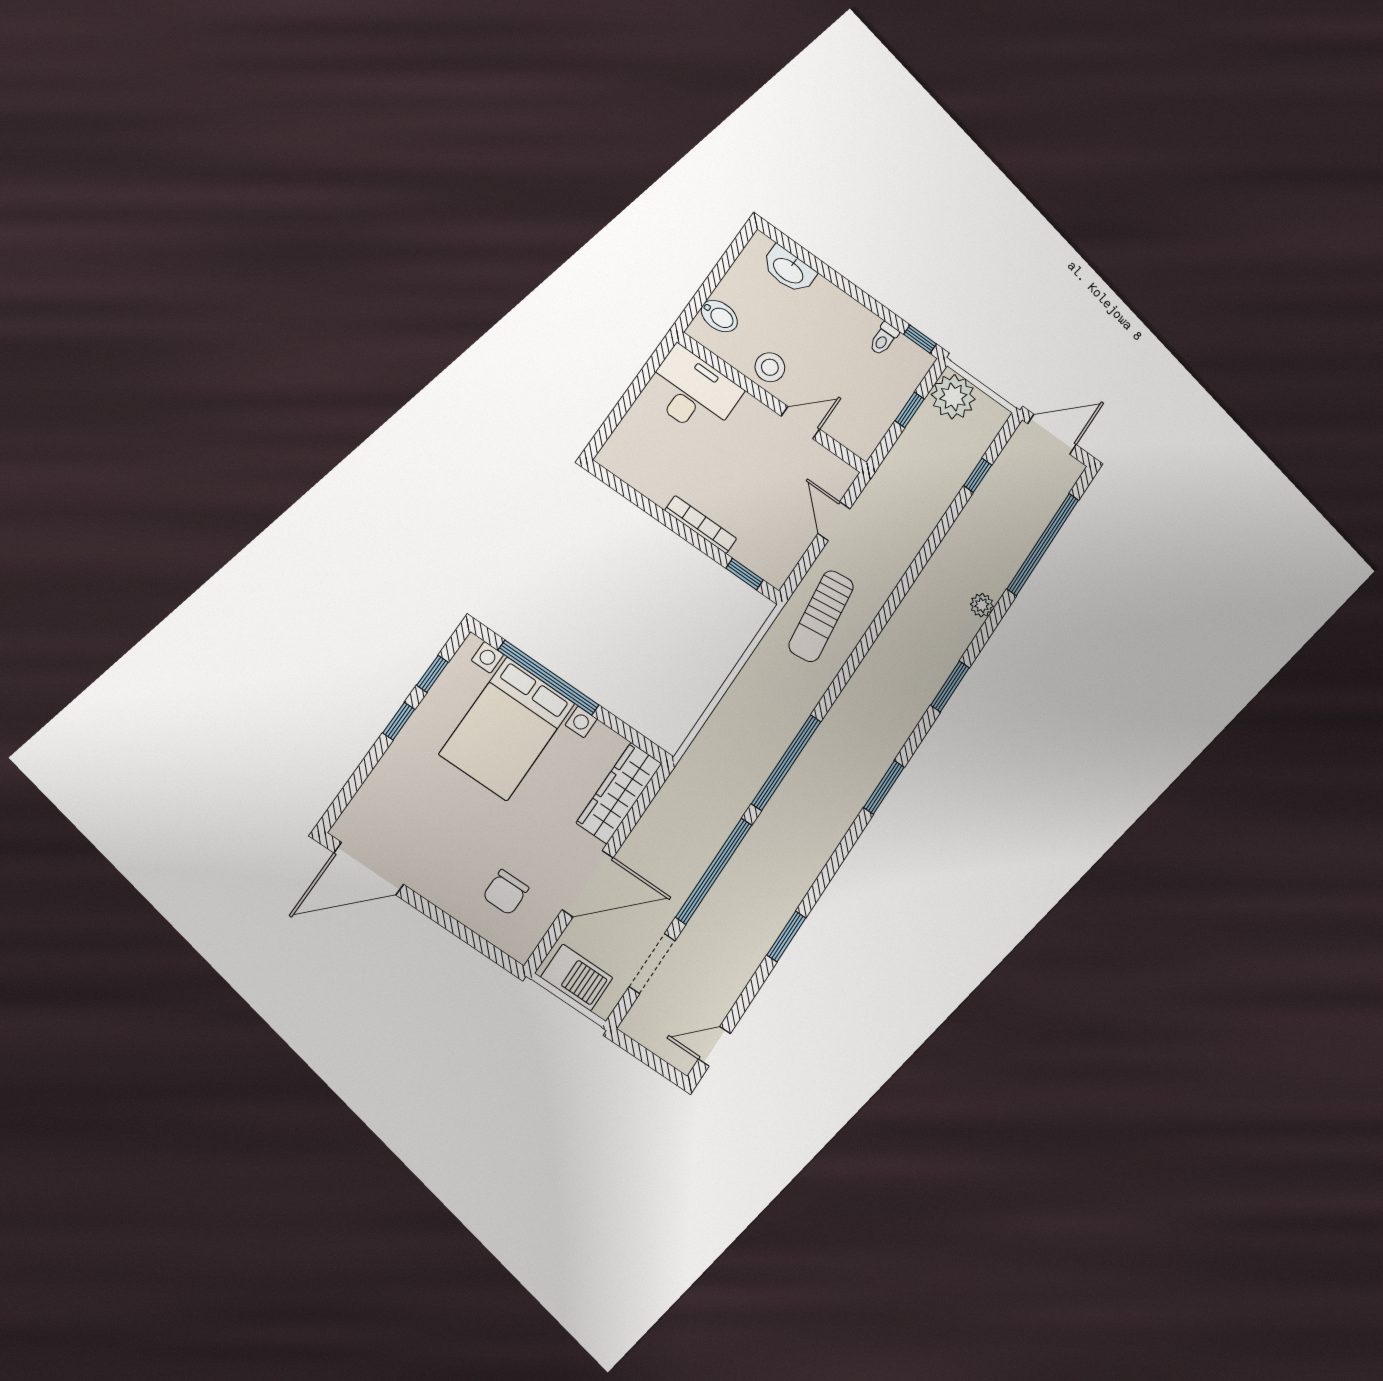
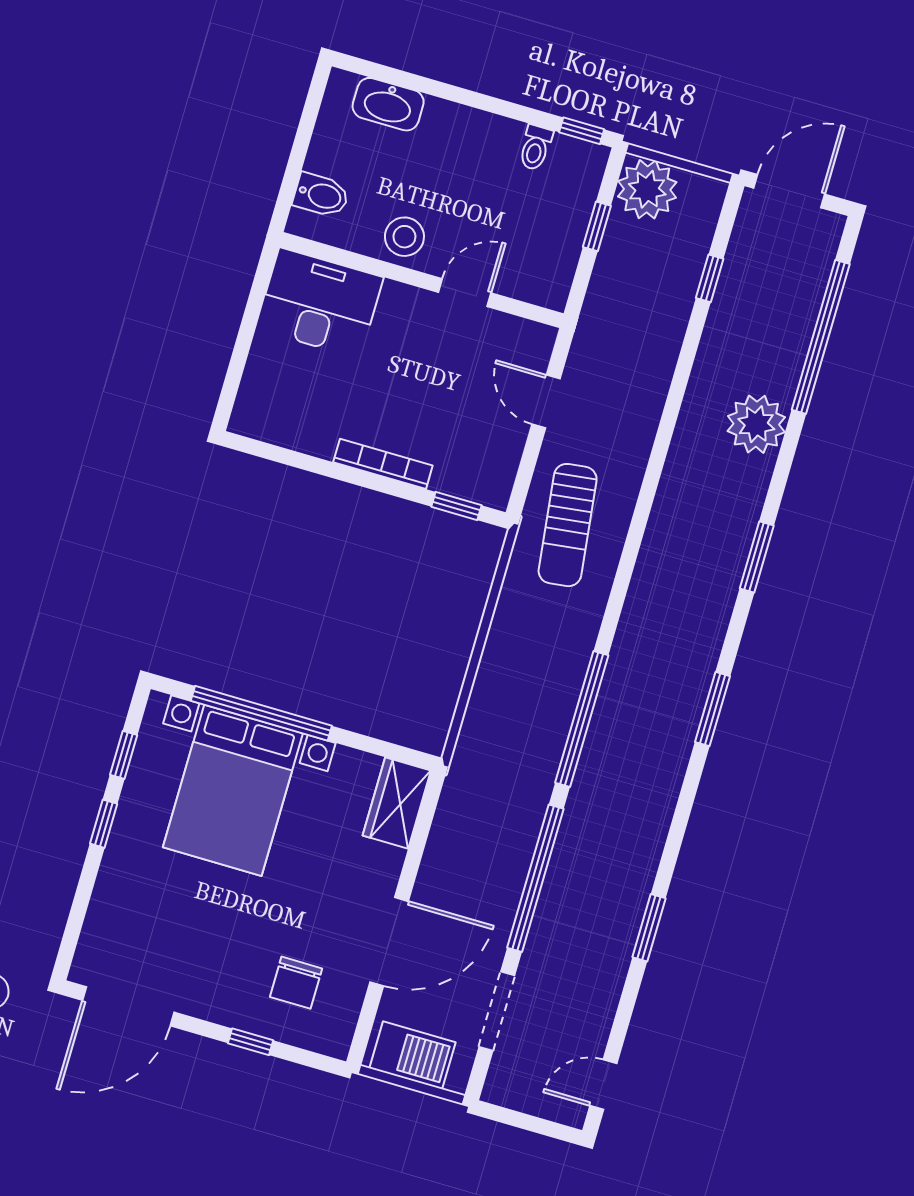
plant: (982, 605) -> (756, 424), width x1.88, depth x1.88
wardrobe: (619, 793) -> (397, 803), width x0.67
window: (455, 927) -> (250, 1042), added

